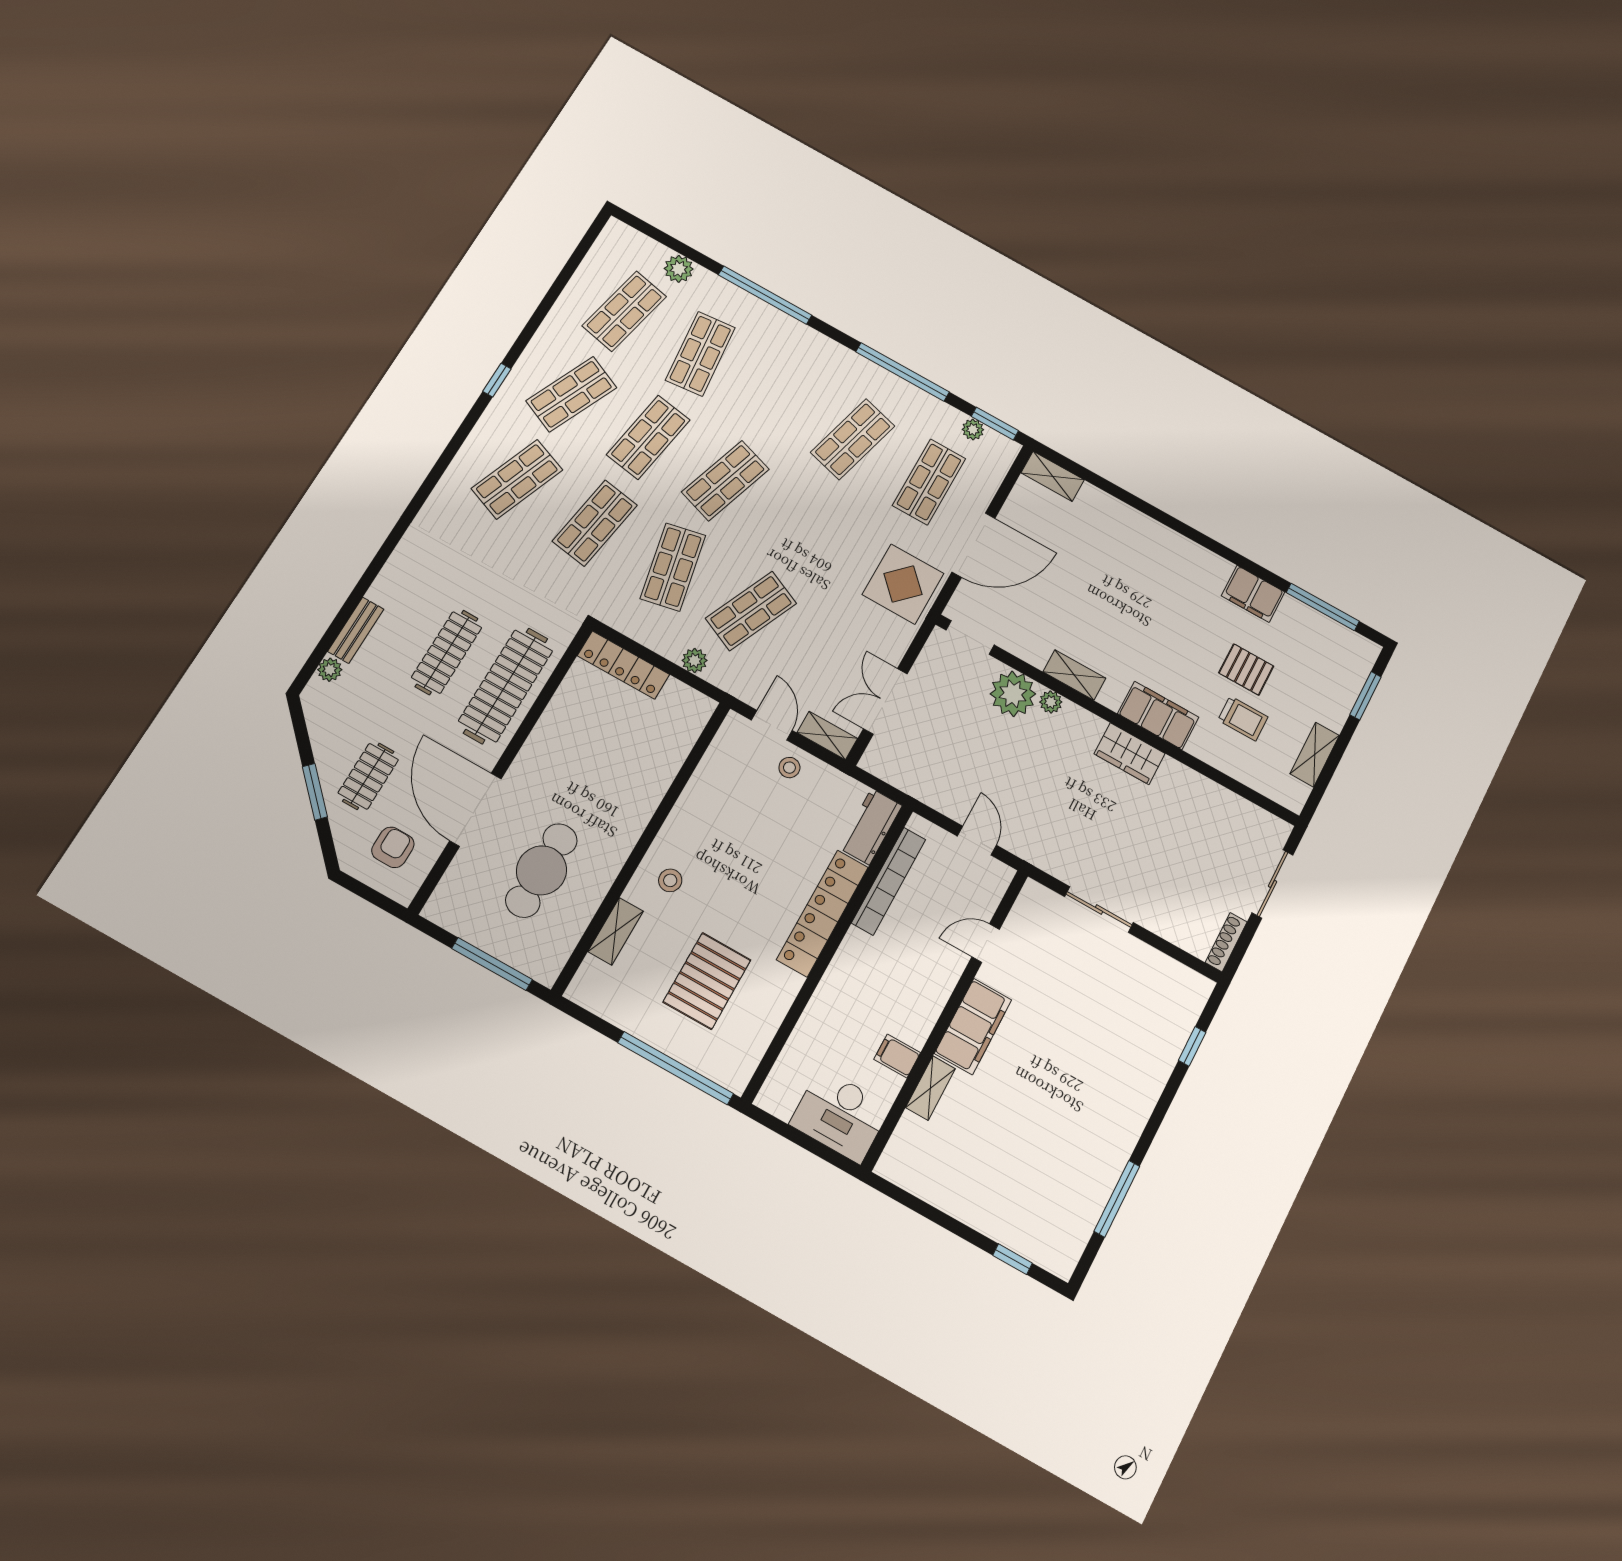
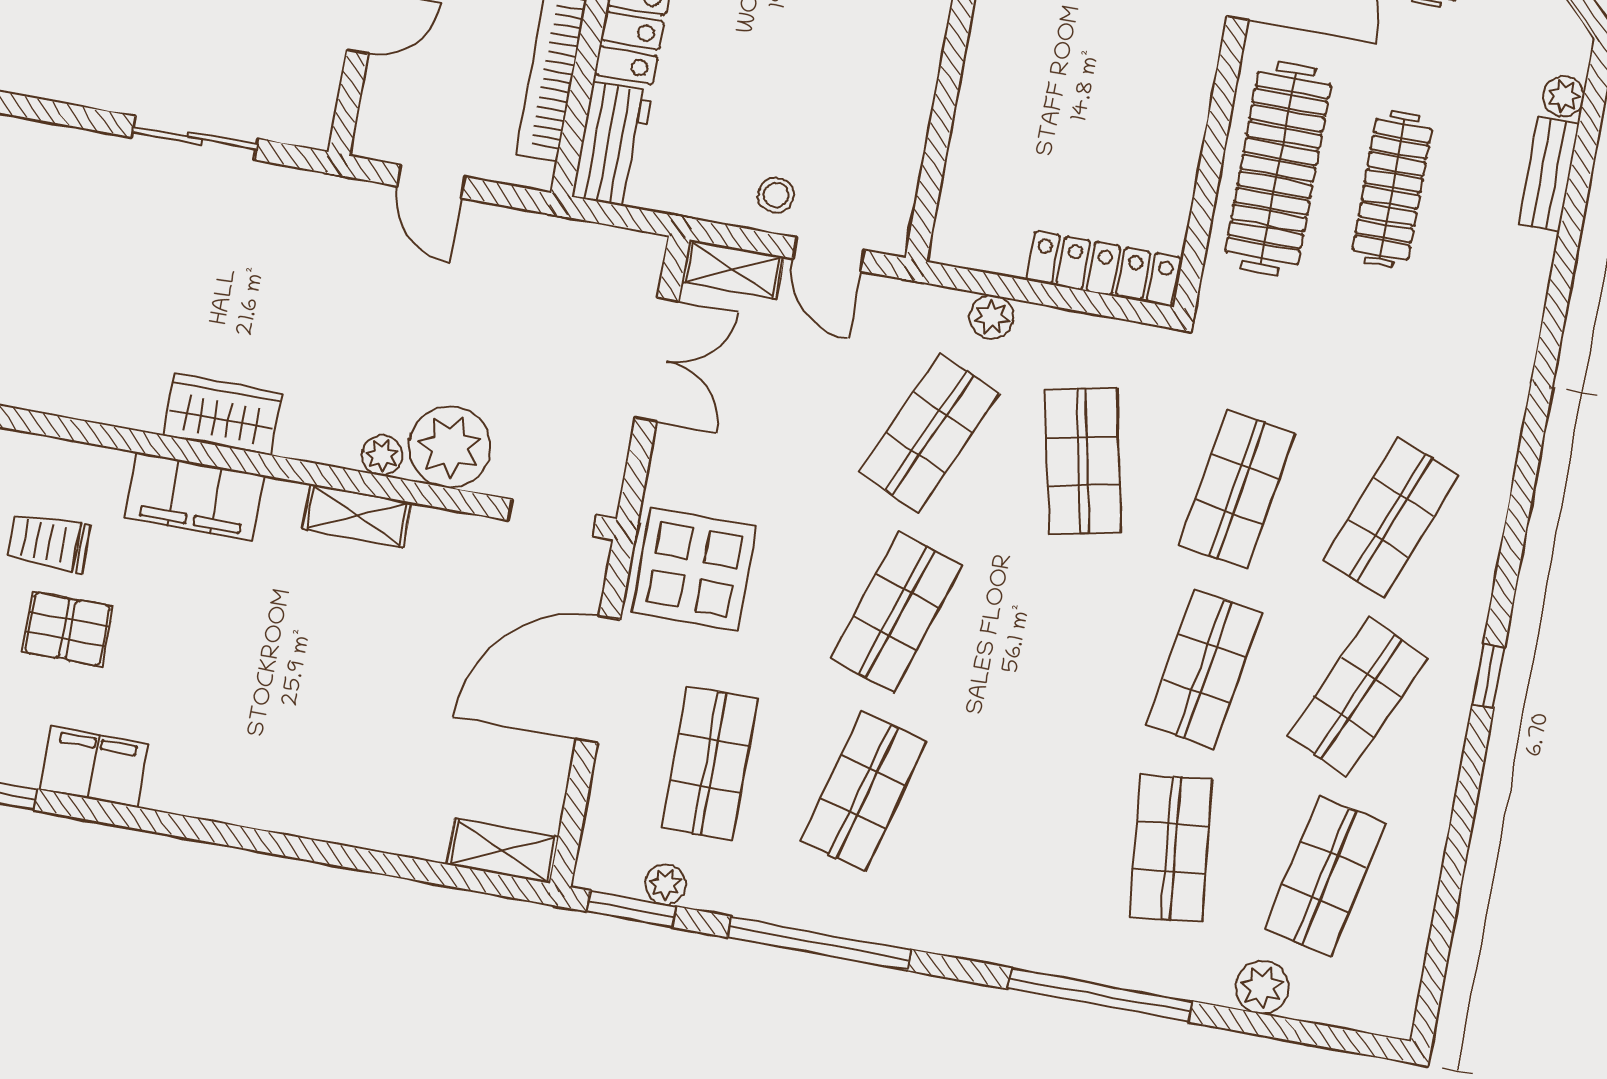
shop shelf: (725, 481) -> (896, 612), moved

